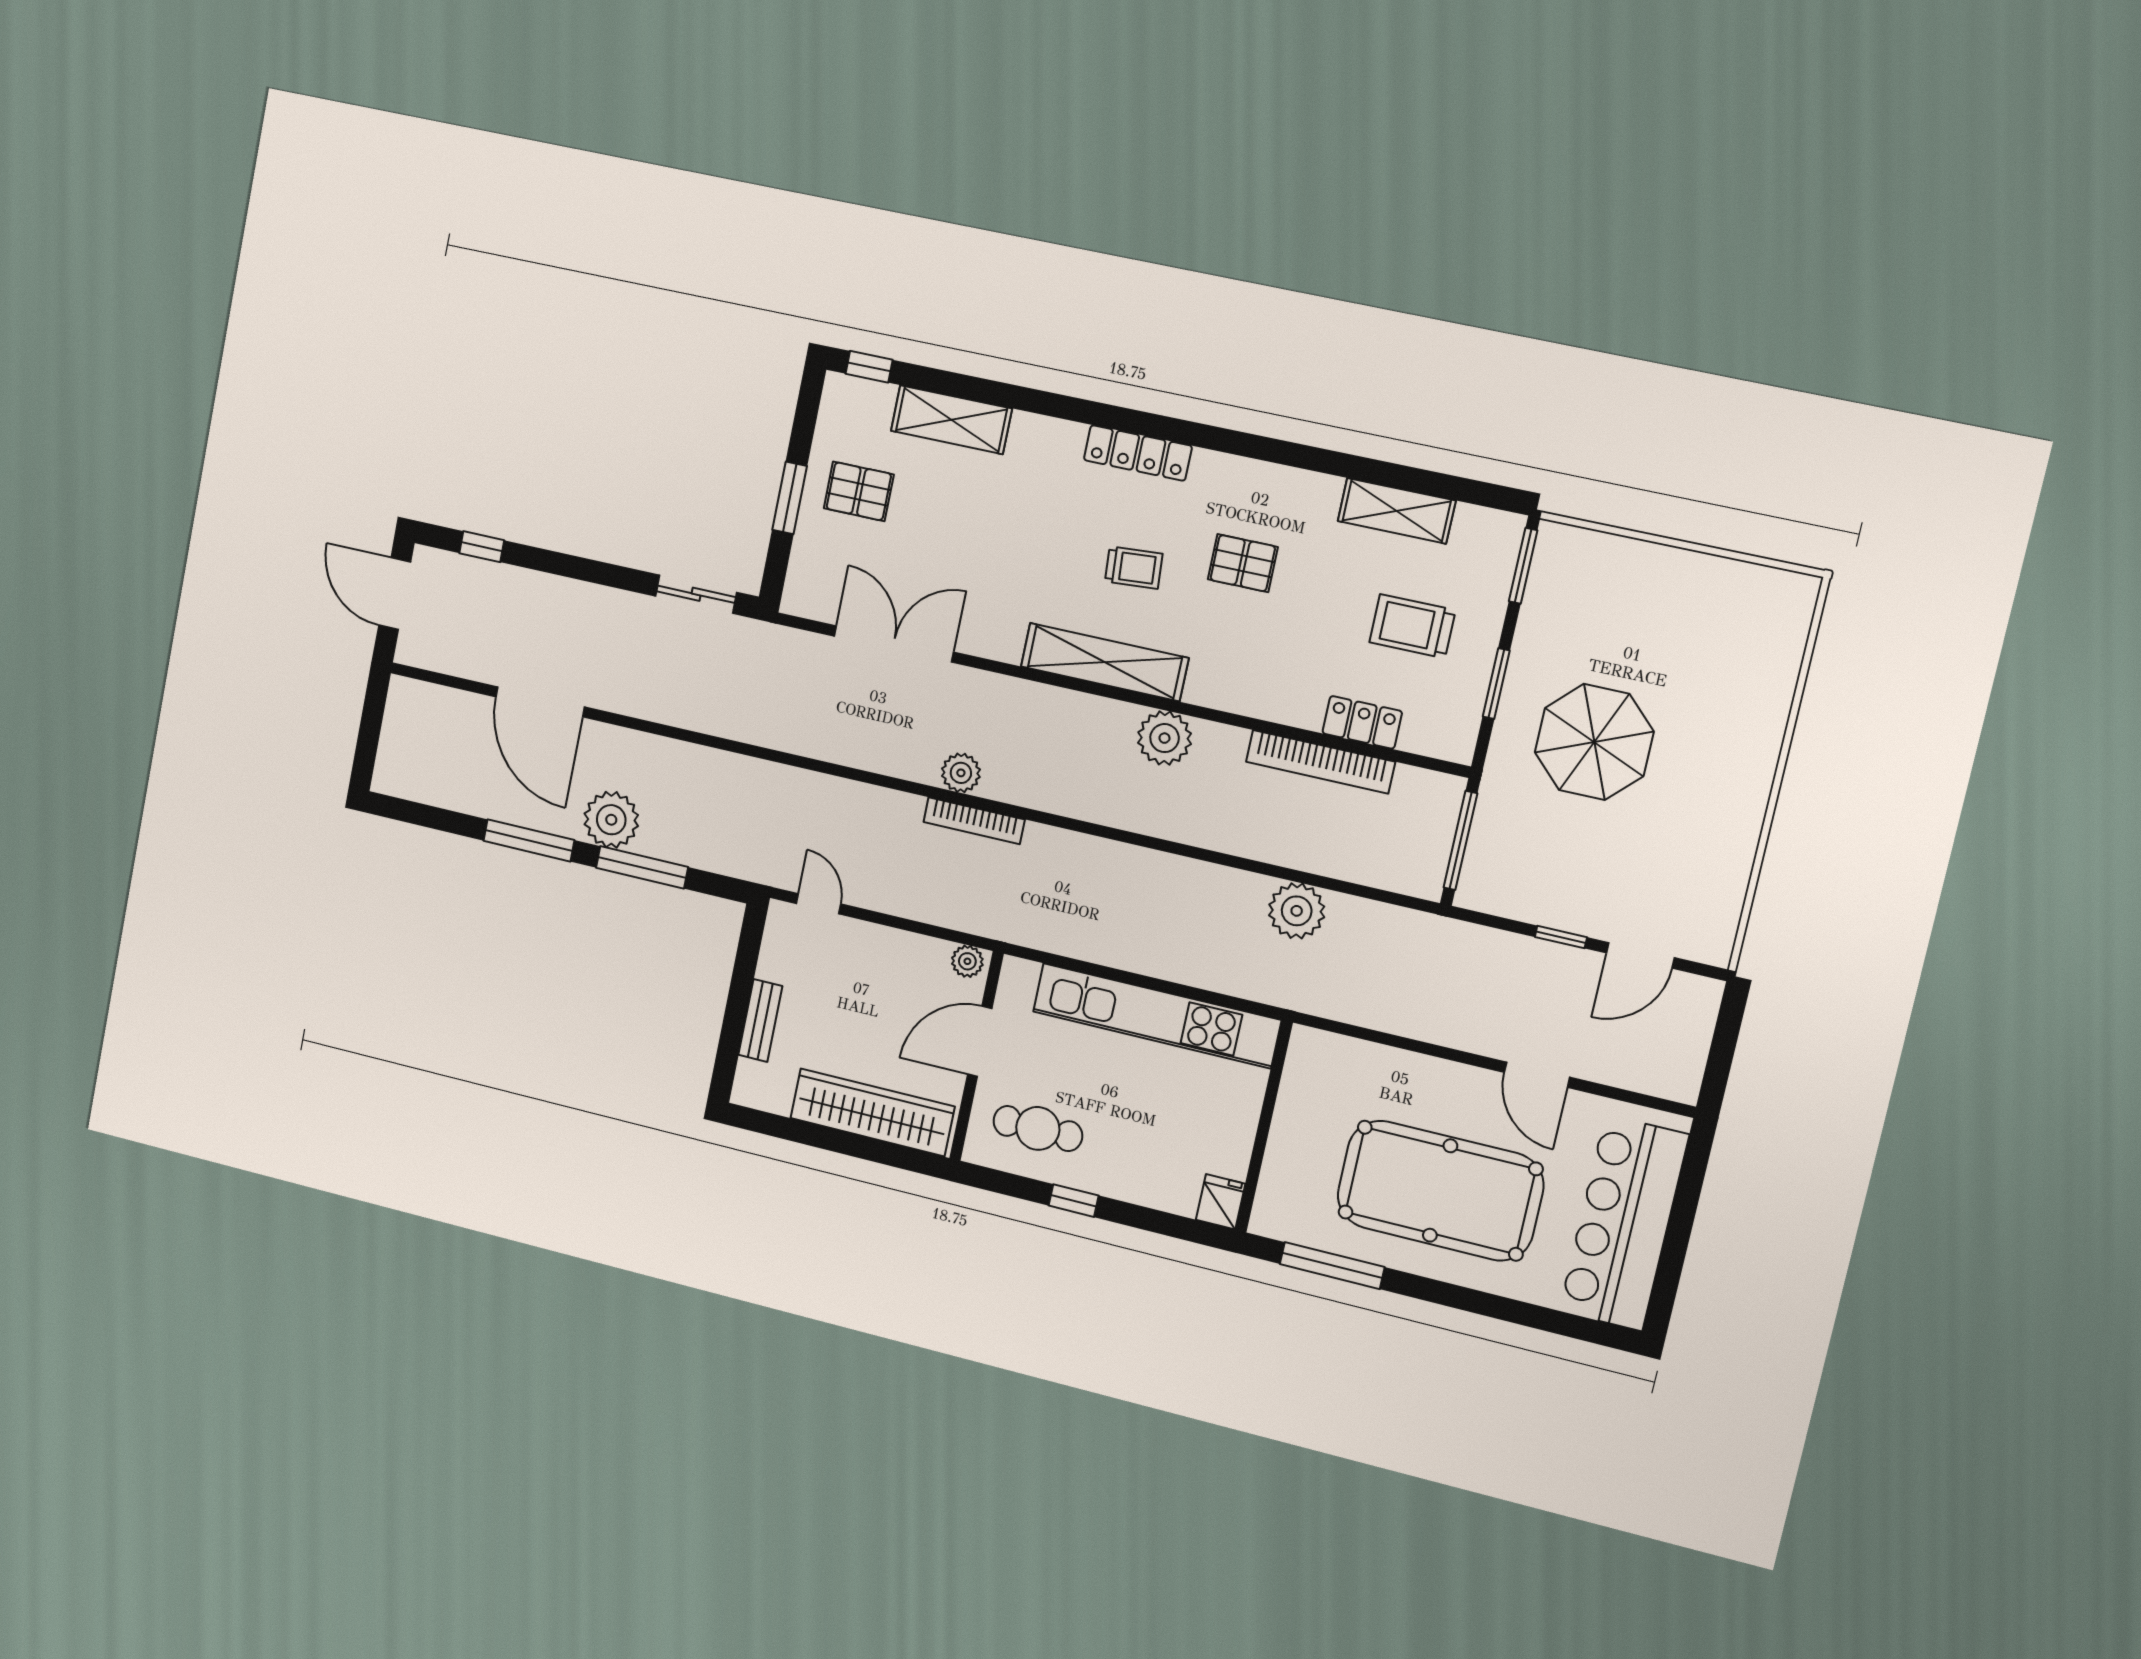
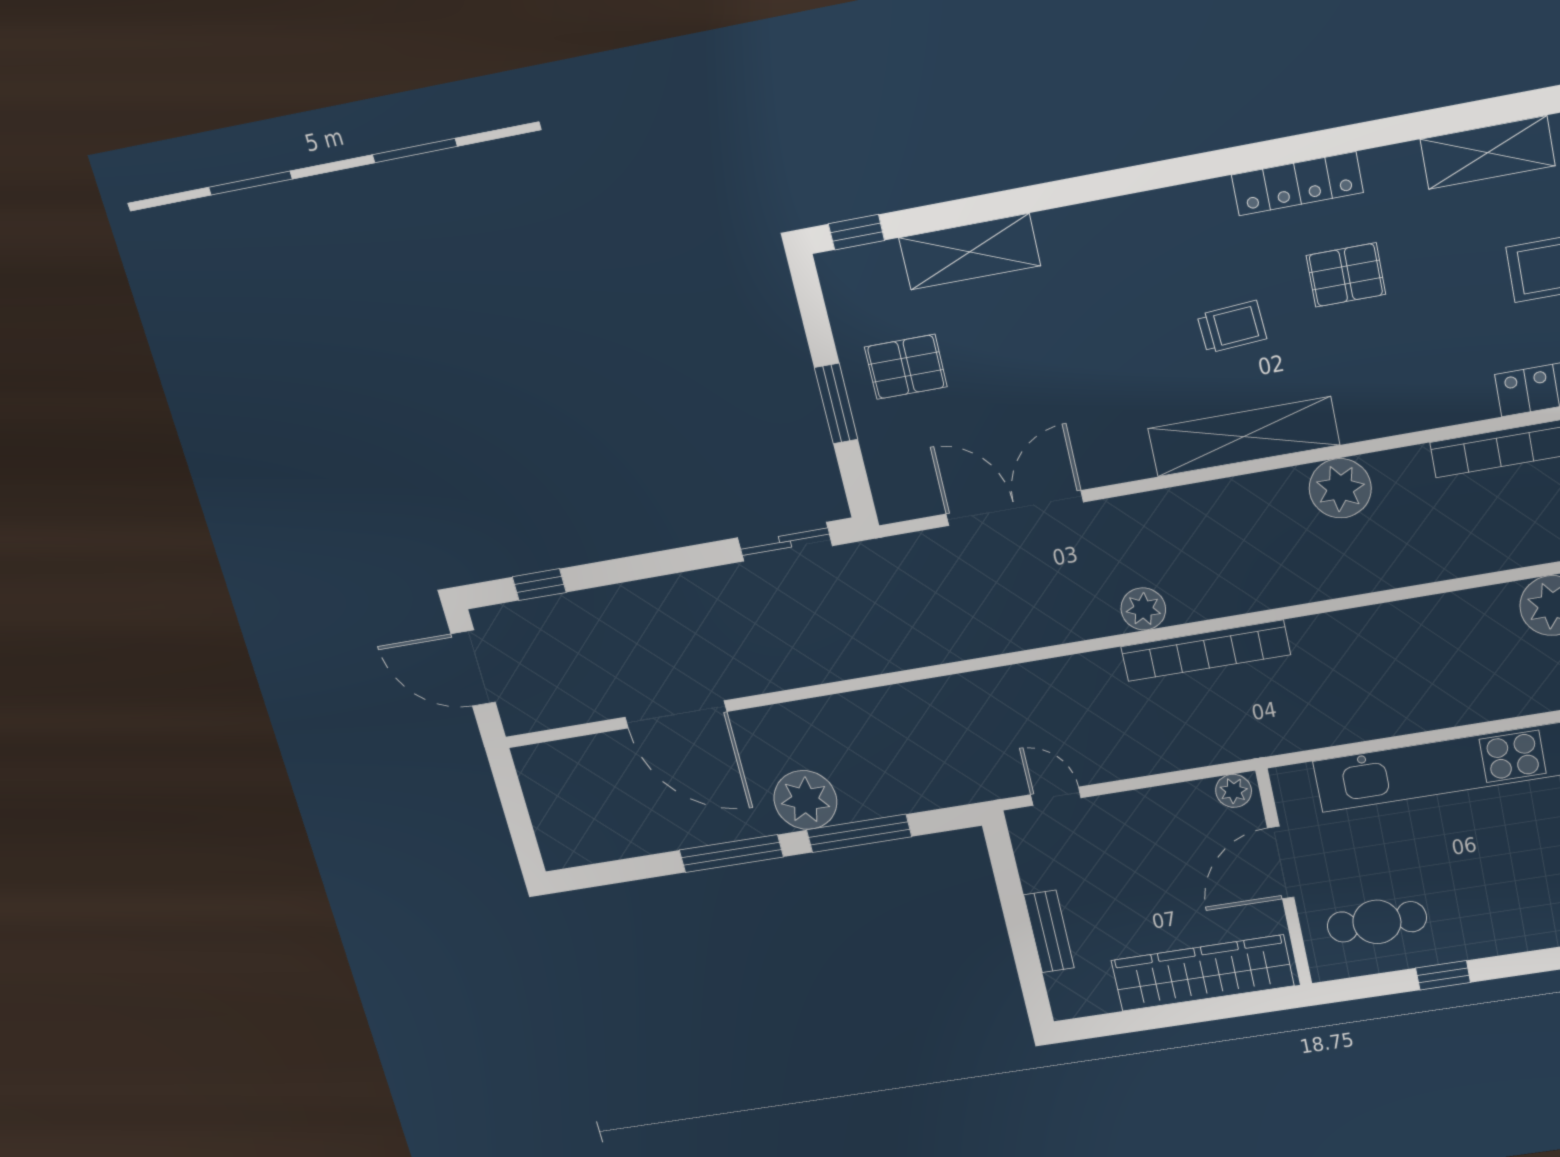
locker: (1138, 453) -> (1297, 184), moved
bookcase: (974, 821) -> (1206, 651), width x1.48, depth x1.31

